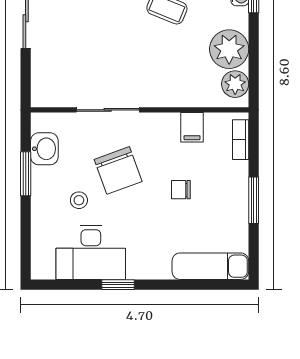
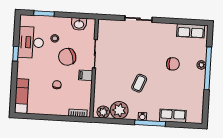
filing cabinet: (192, 127) -> (86, 75), moved
window: (26, 174) -> (44, 14), moved
window: (254, 200) -> (50, 117), removed

